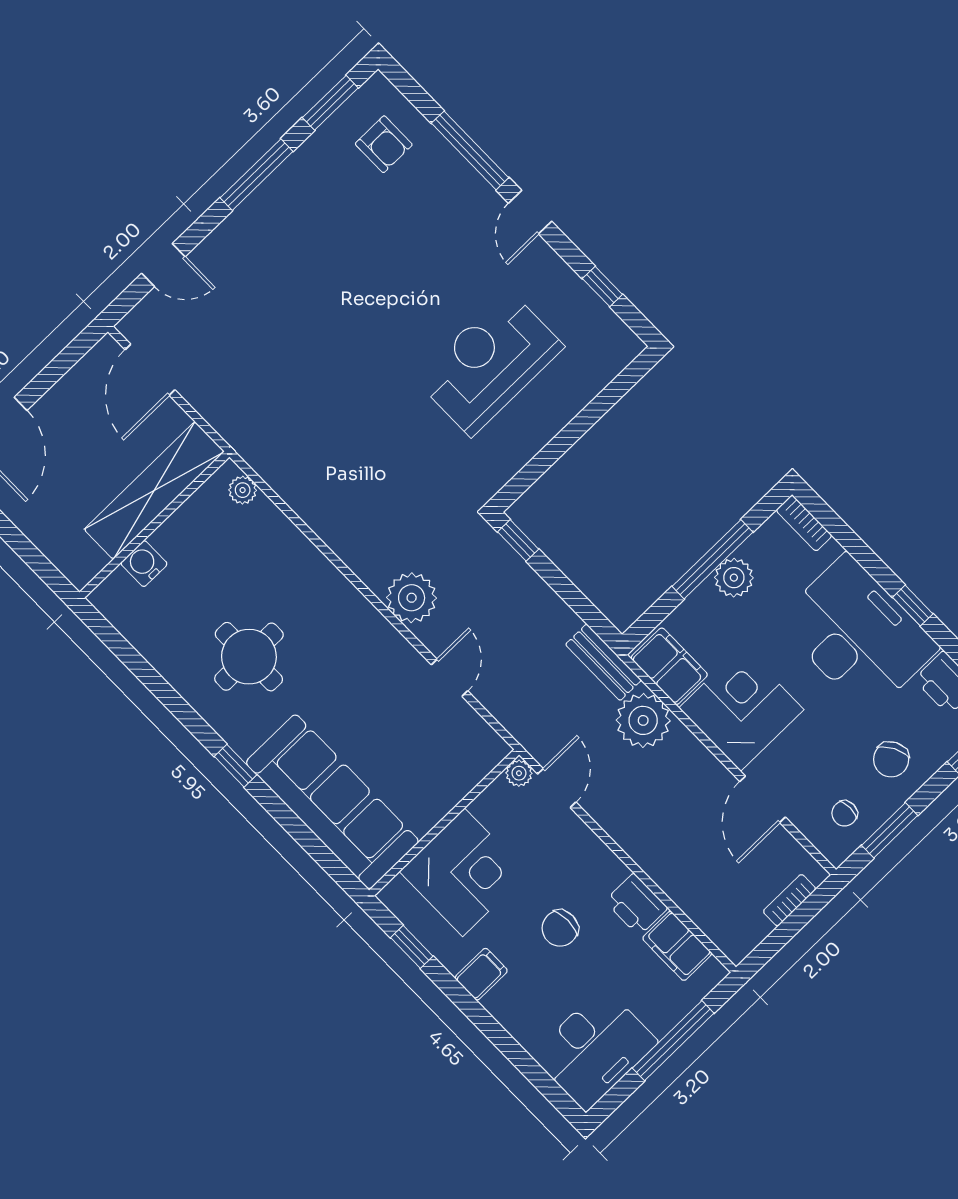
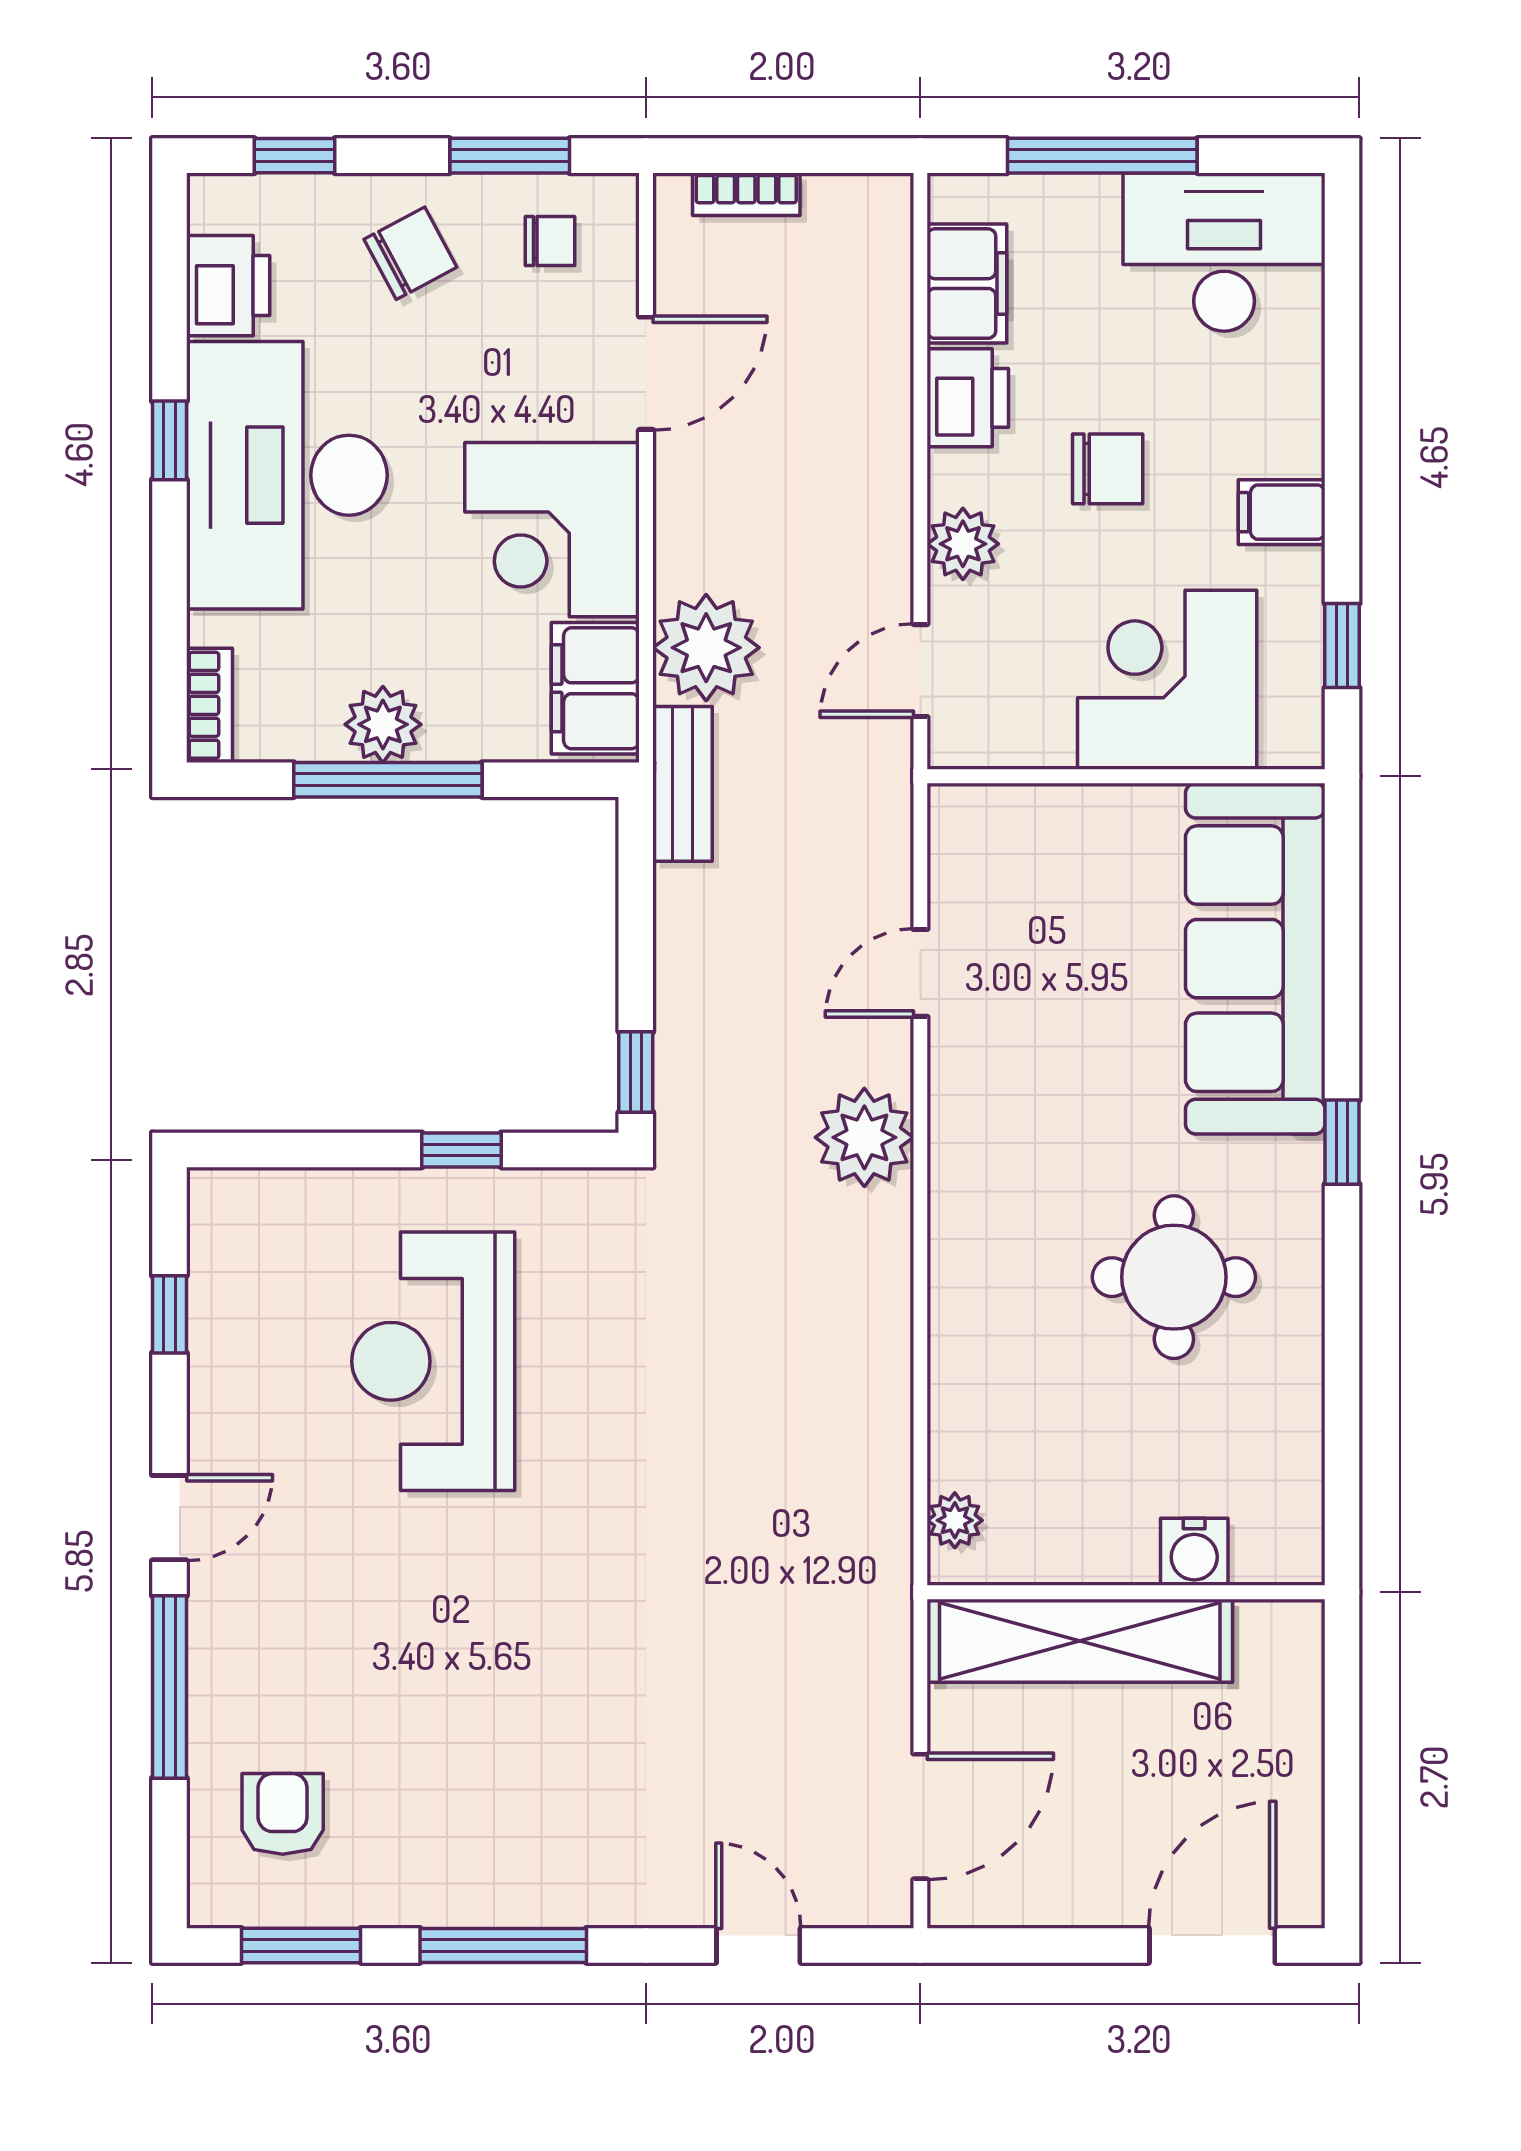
reception desk: (489, 363) -> (433, 1361), turned 90
window: (554, 450) -> (461, 1150), added
plant: (519, 773) -> (963, 544), moved, width x1.38, depth x1.38

